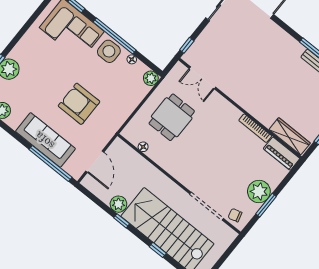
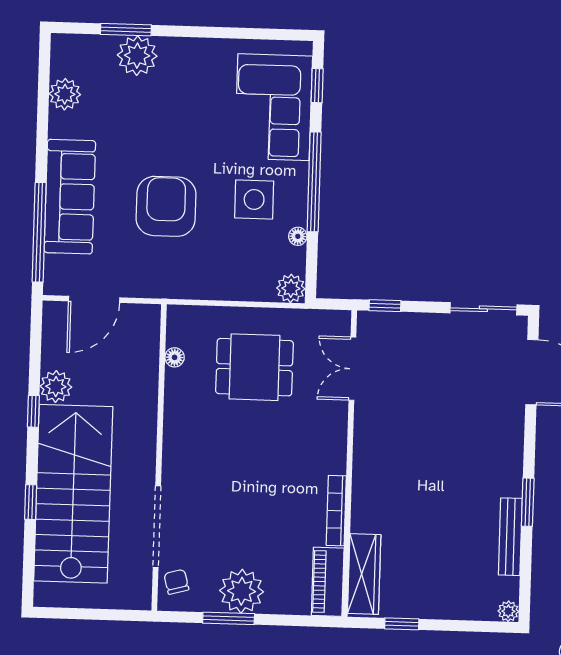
side table: (109, 51) -> (254, 199), moved

